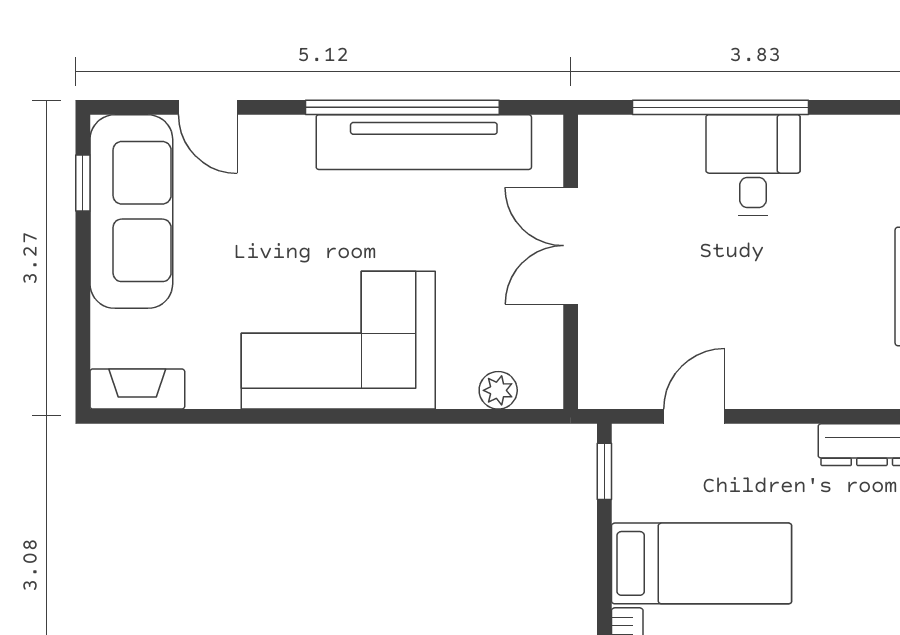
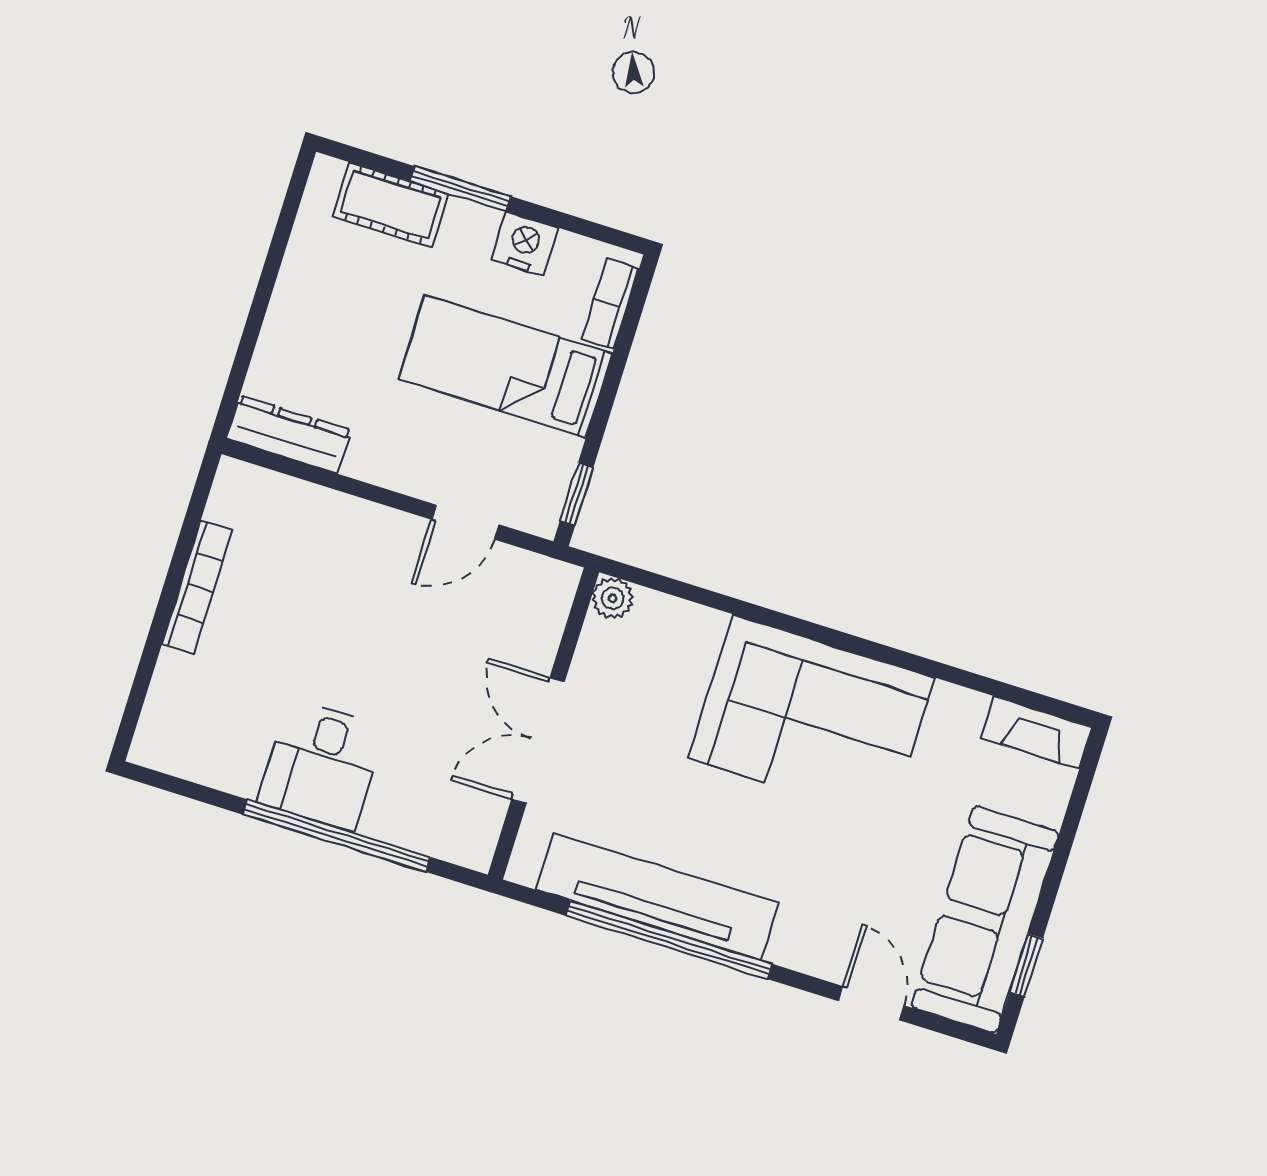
double door: (571, 246) -> (538, 740), swing flipped
plant: (498, 390) -> (613, 598), moved

